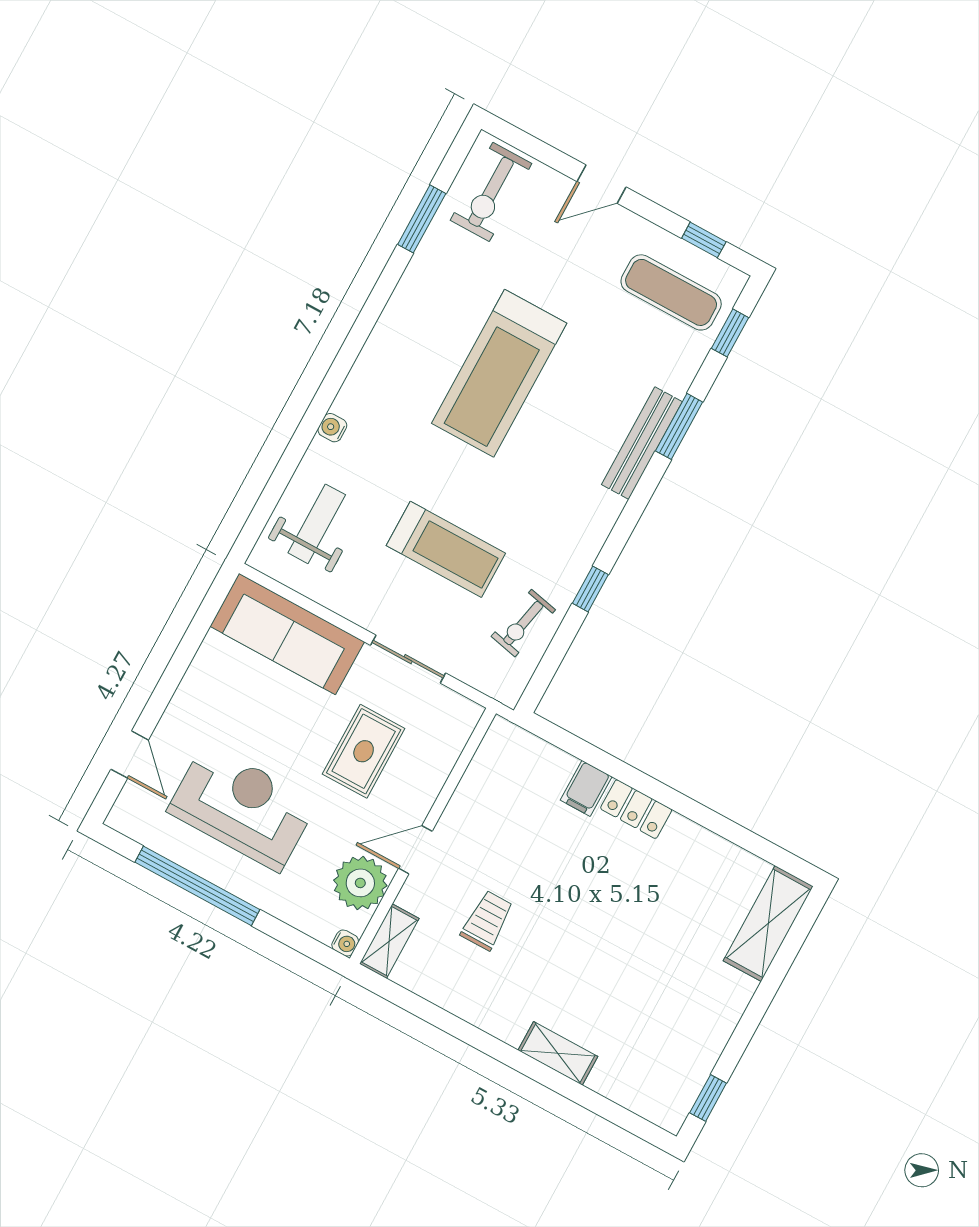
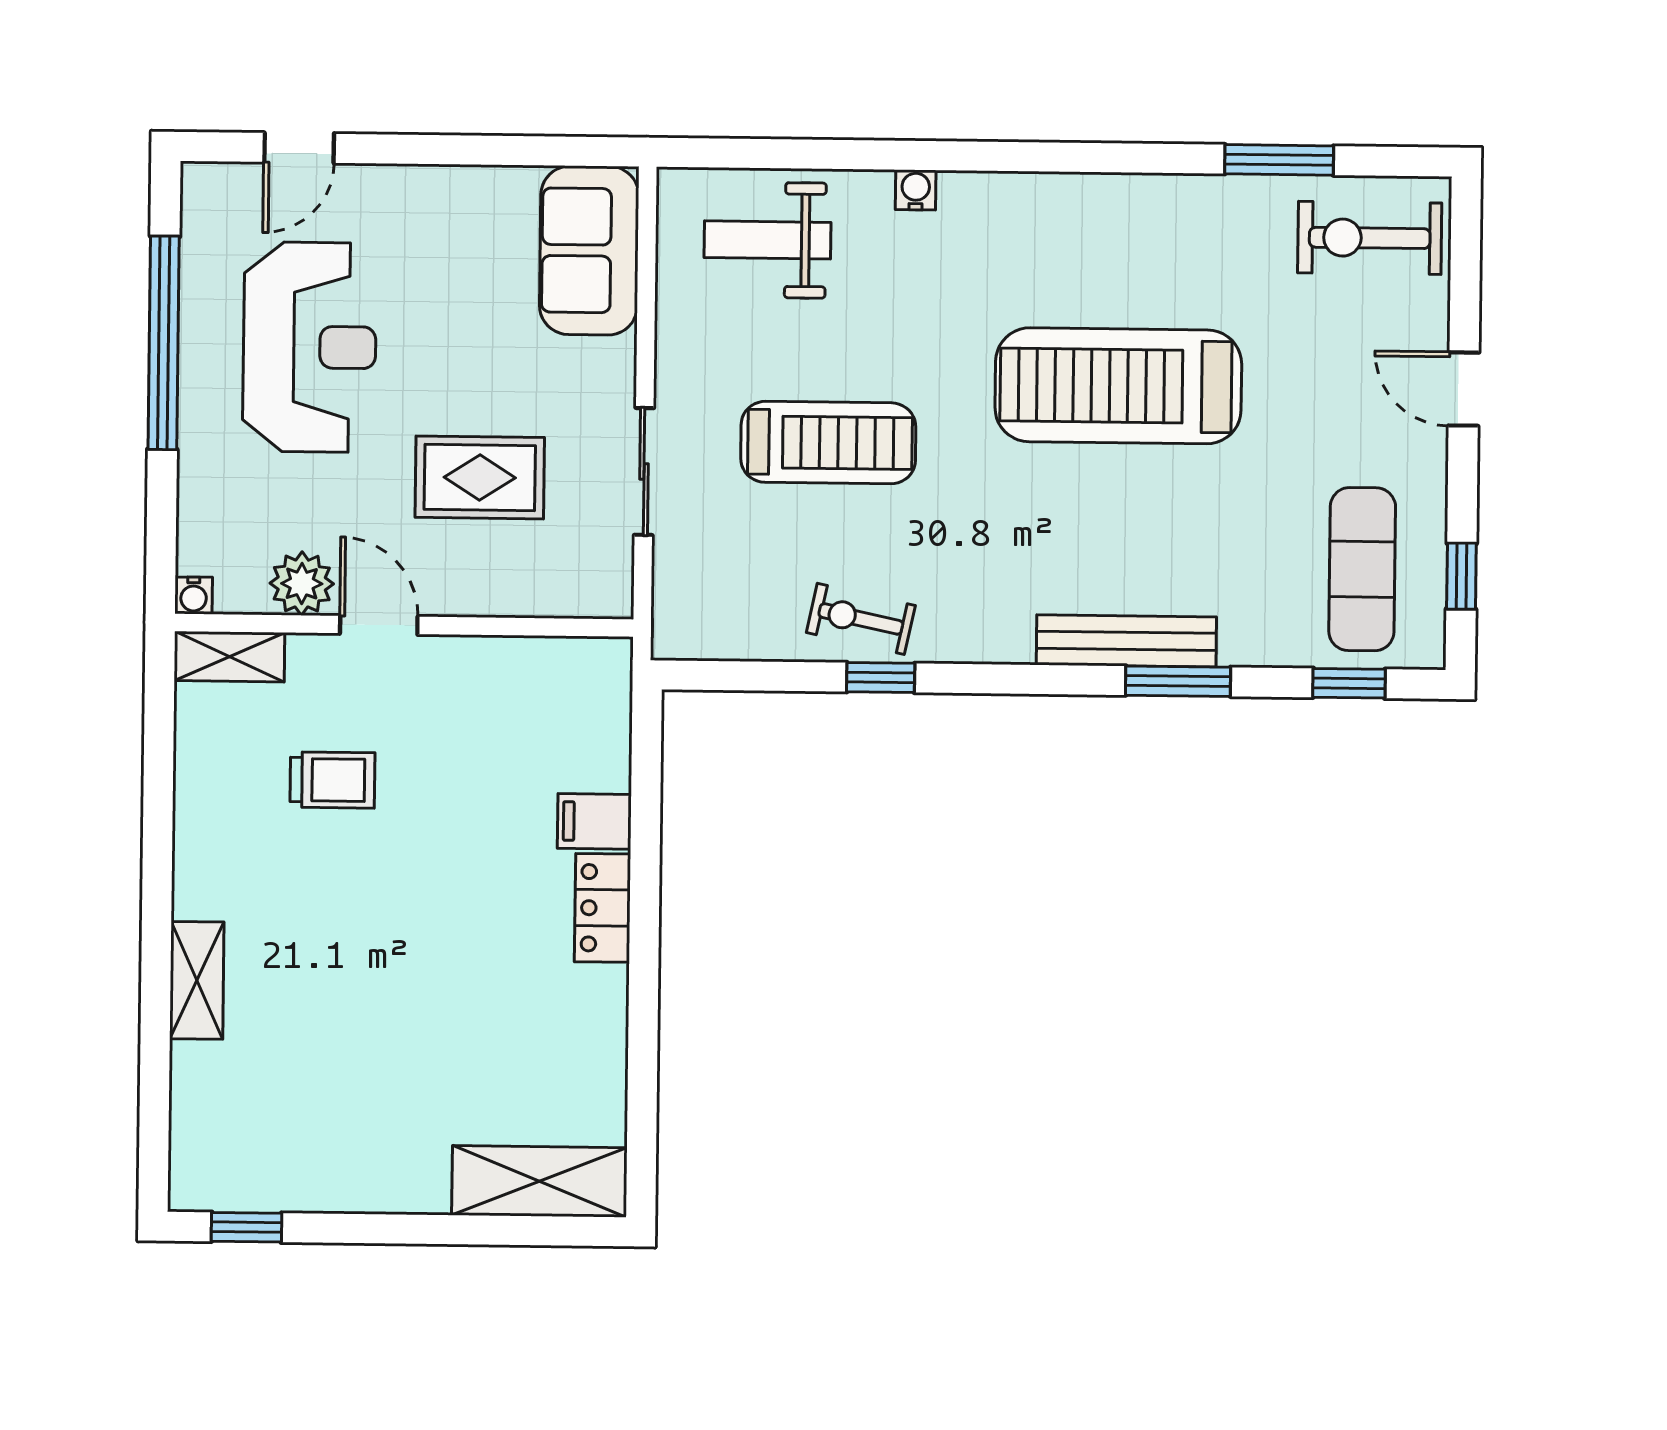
weight bench: (317, 524) -> (767, 240), turned 180
treadmill: (446, 549) -> (828, 443), turned -90
exercise bike: (523, 623) -> (861, 619), moved
sofa: (287, 634) -> (589, 250), width x0.73
plant: (360, 883) -> (302, 584), width x0.73, depth x0.73

